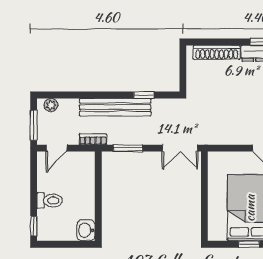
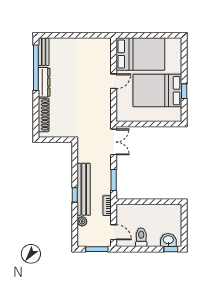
window: (144, 95) -> (75, 195), moved
plant: (51, 105) -> (82, 221), moved
toilet: (50, 200) -> (141, 237), moved
washbasin: (86, 230) -> (168, 240), moved, turned 180

